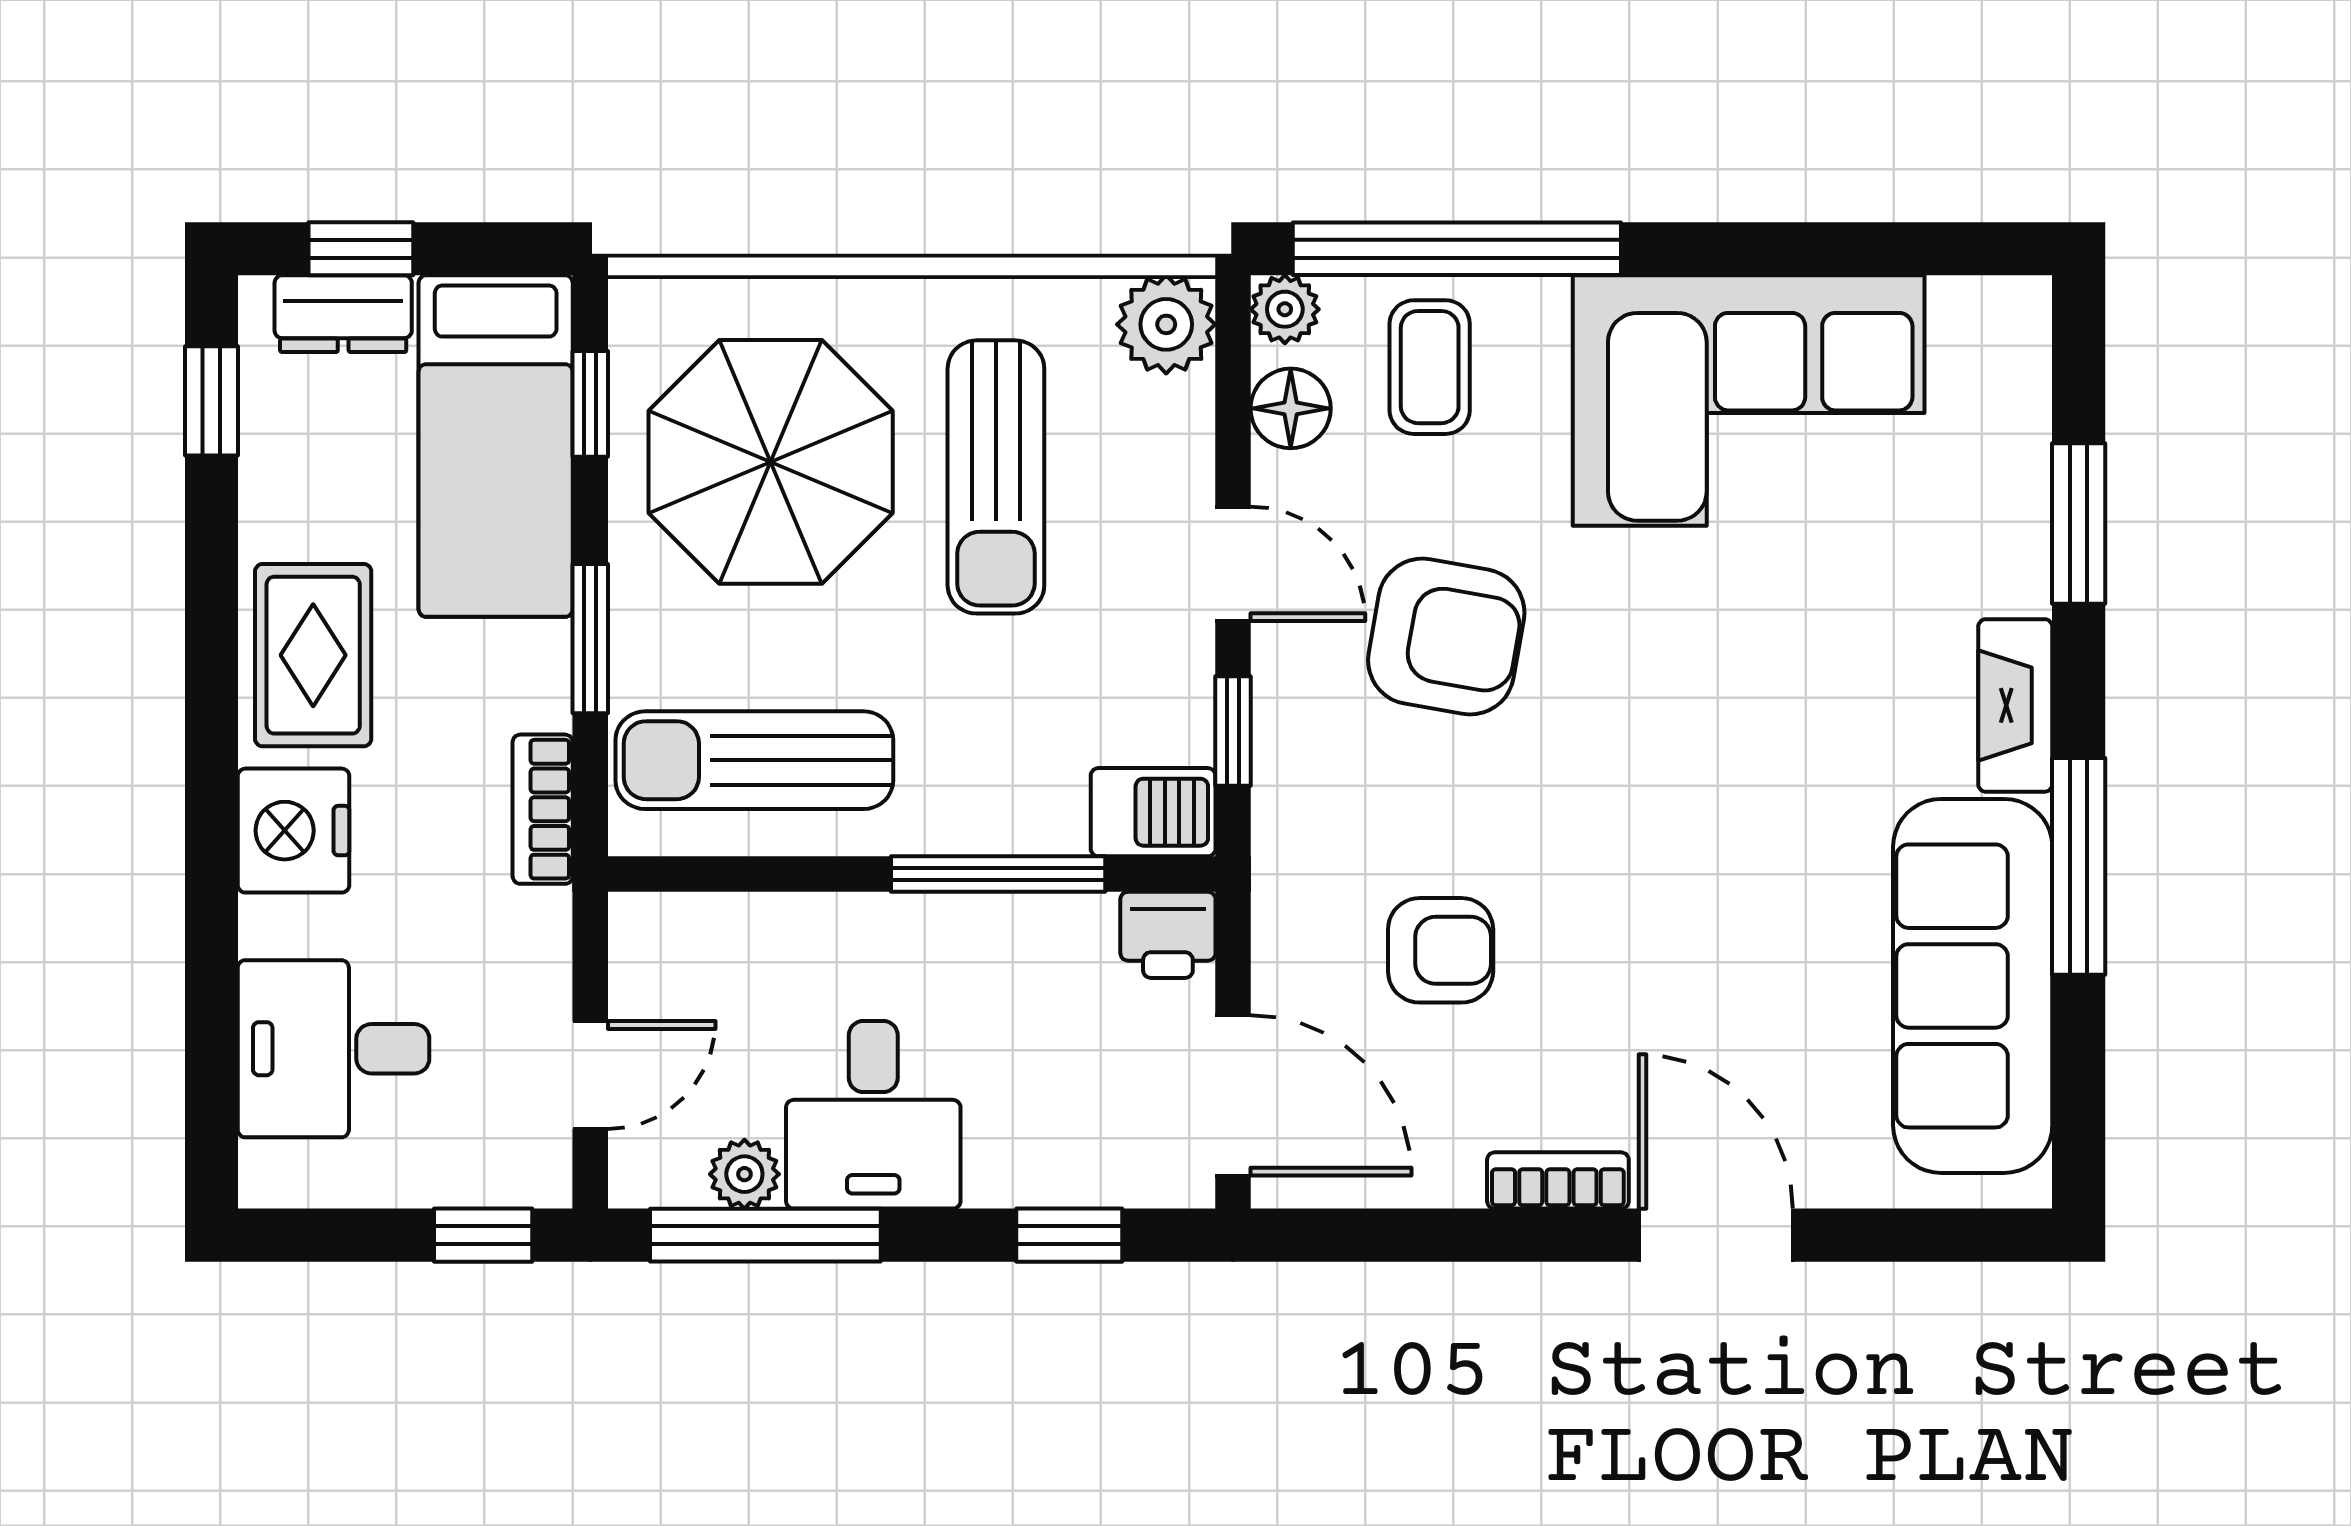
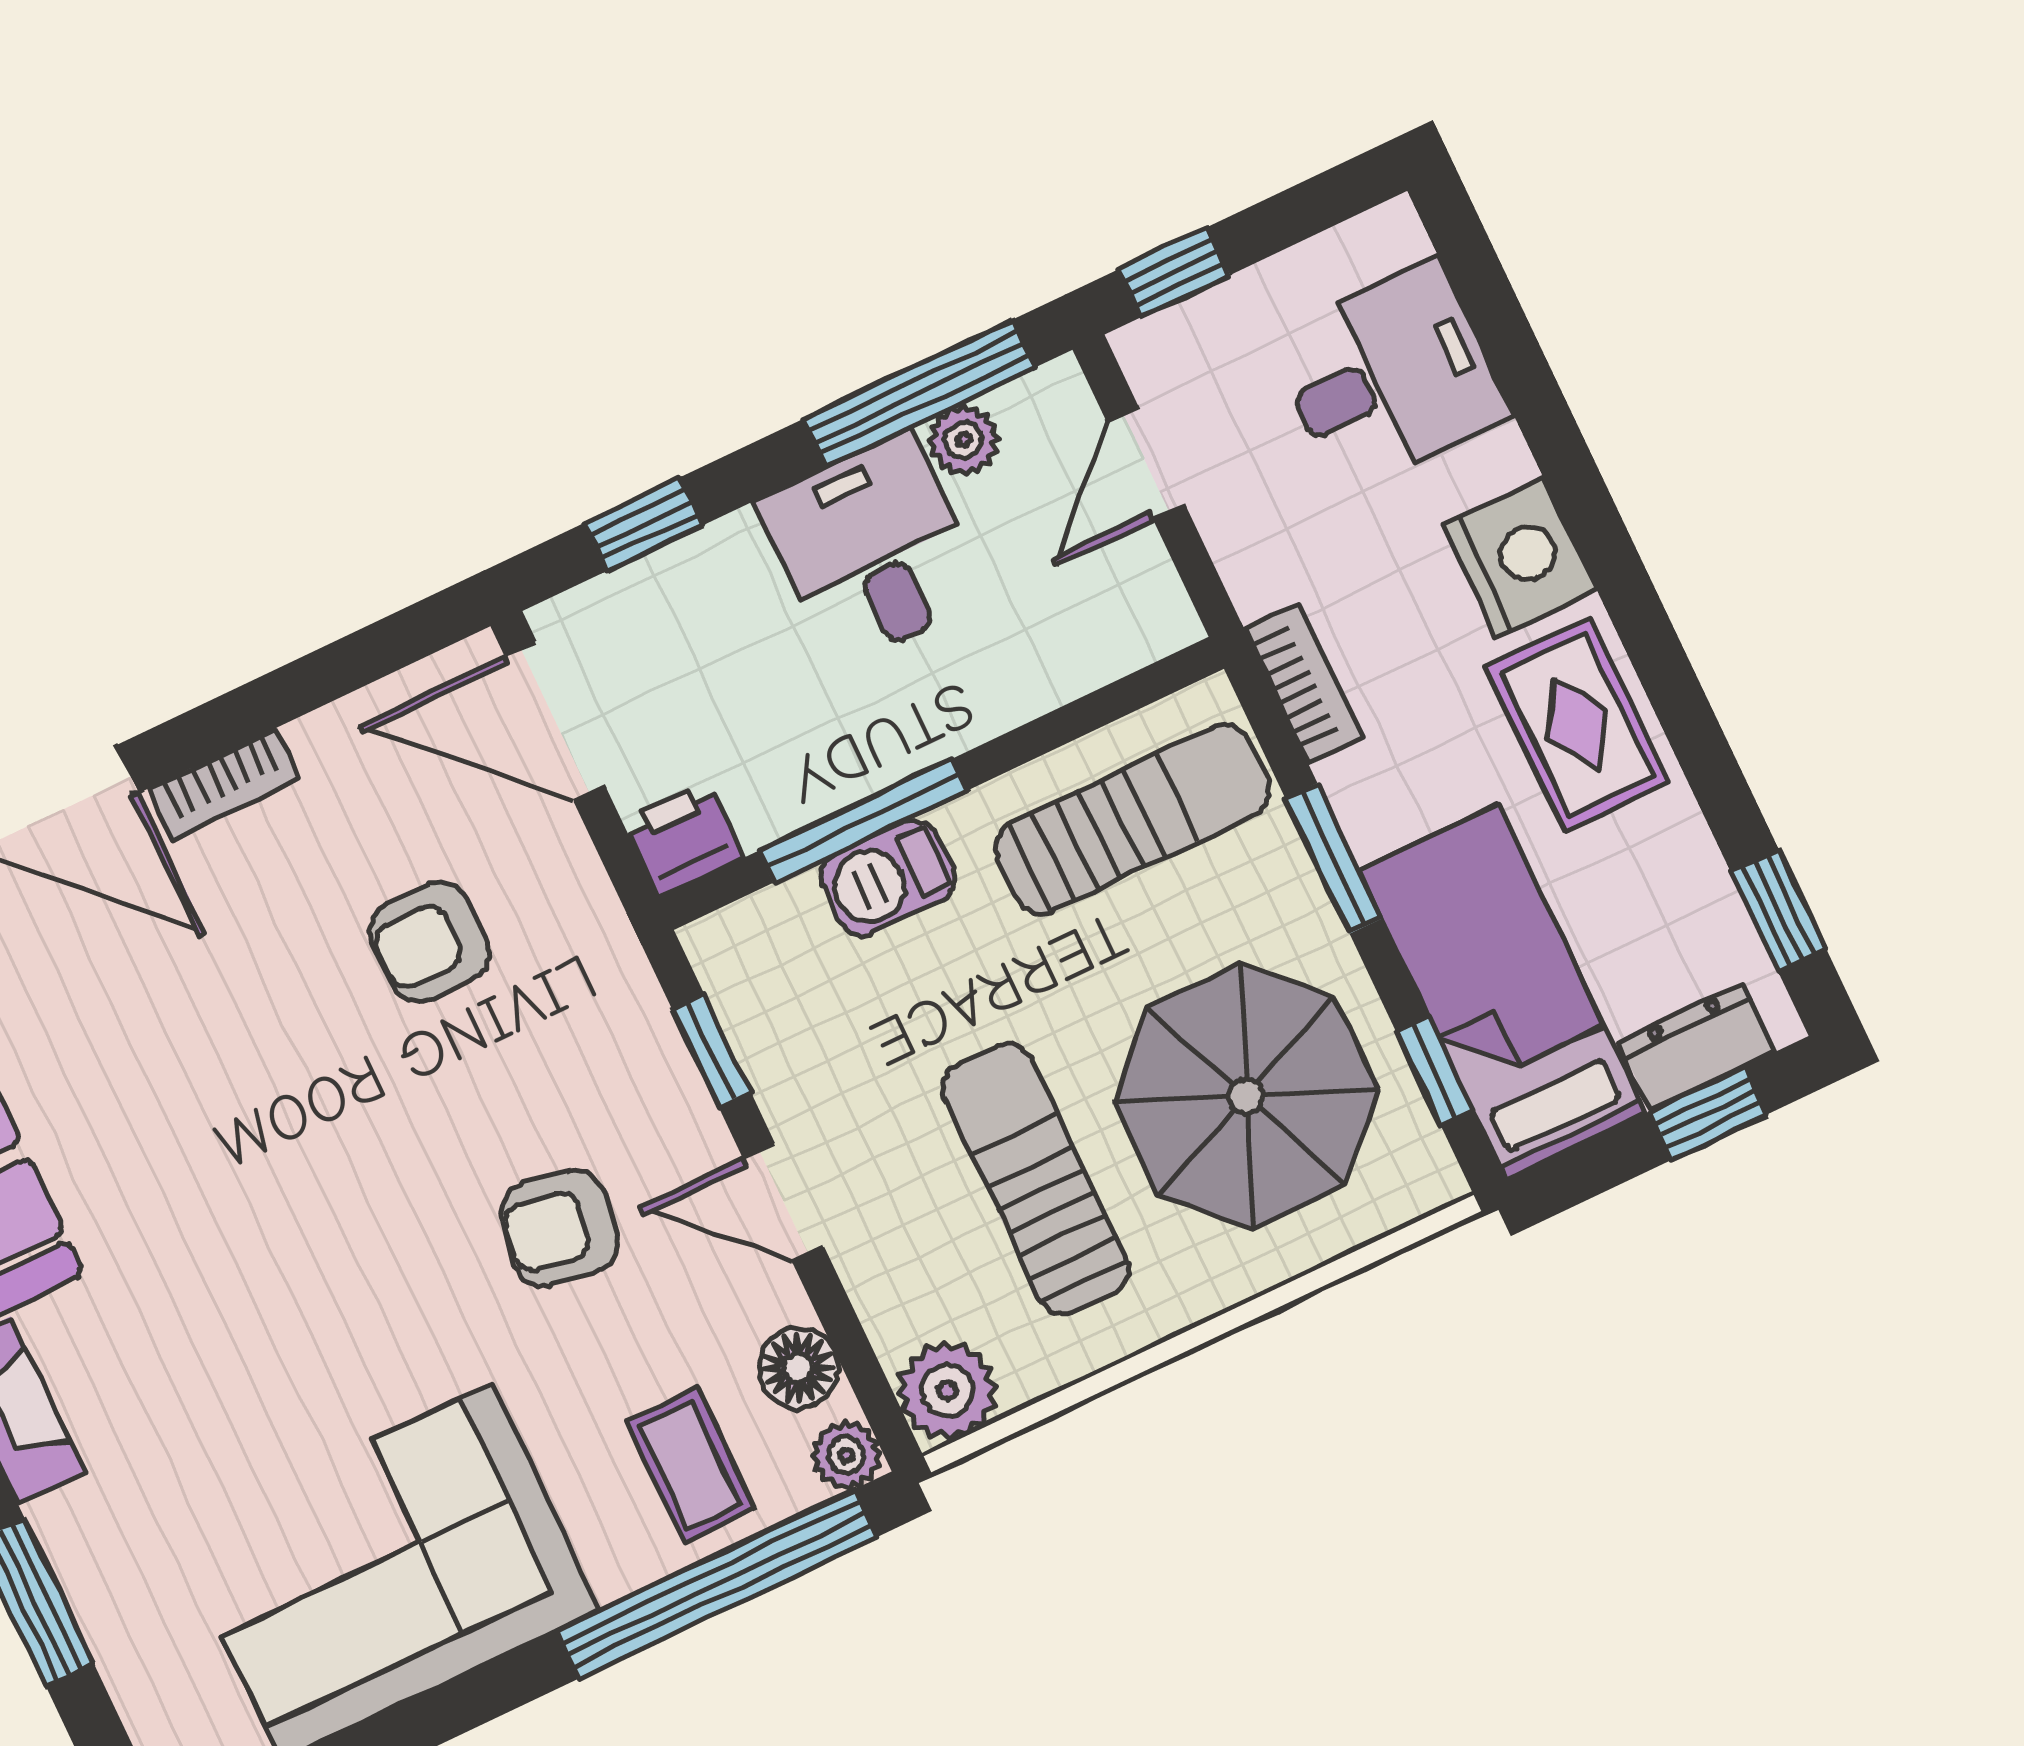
armchair: (1446, 637) -> (559, 1228), width x0.72, depth x0.72
barbecue: (1153, 812) -> (887, 878), moved

